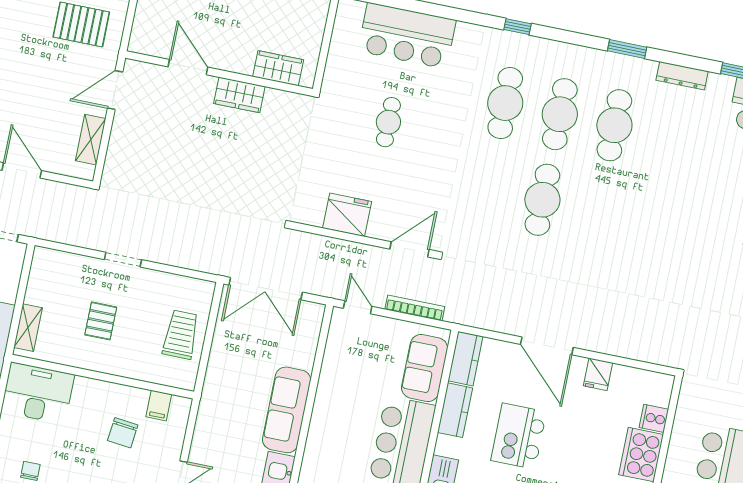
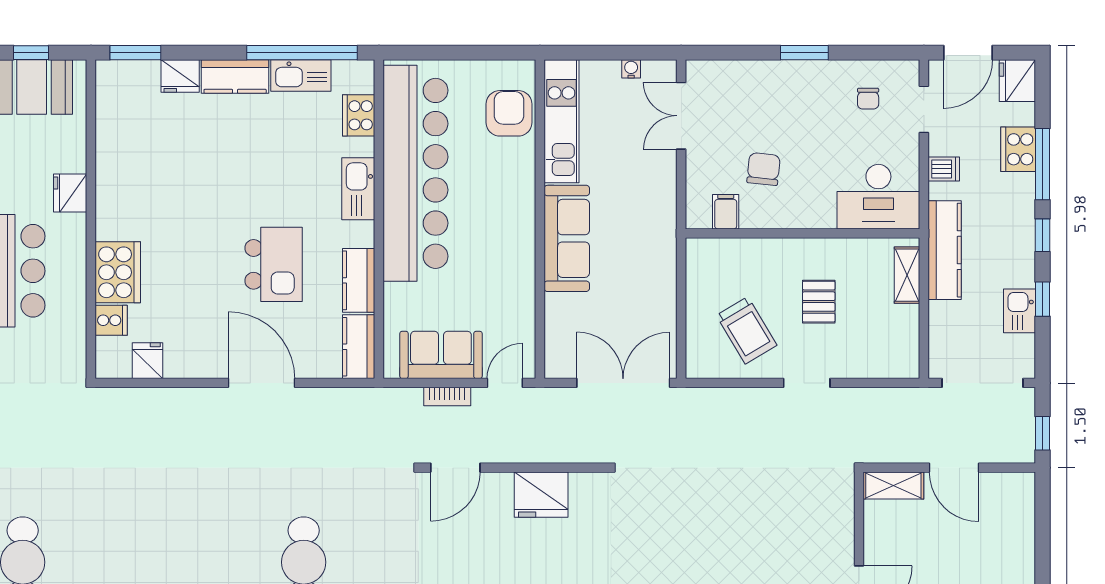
shelving: (91, 140) -> (893, 485), moved, turned 90
door: (358, 307) -> (505, 383), swing flipped
bookcase: (415, 308) -> (447, 397), width x0.64
trolley: (181, 335) -> (747, 330), moved, turned -31
sofa: (425, 368) -> (441, 355), moved, turned -90
fridge: (598, 374) -> (147, 361), moved

